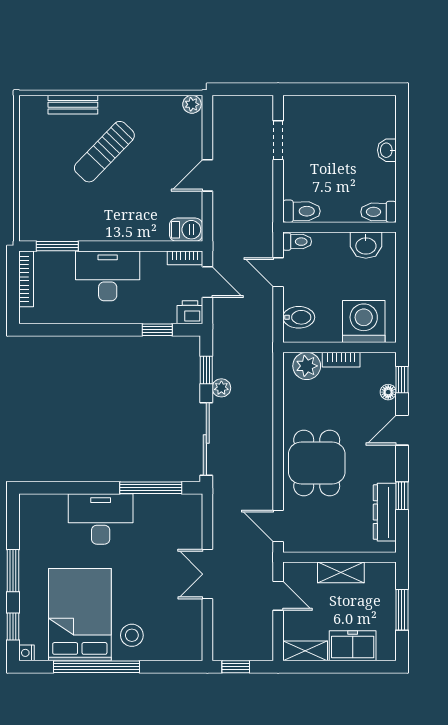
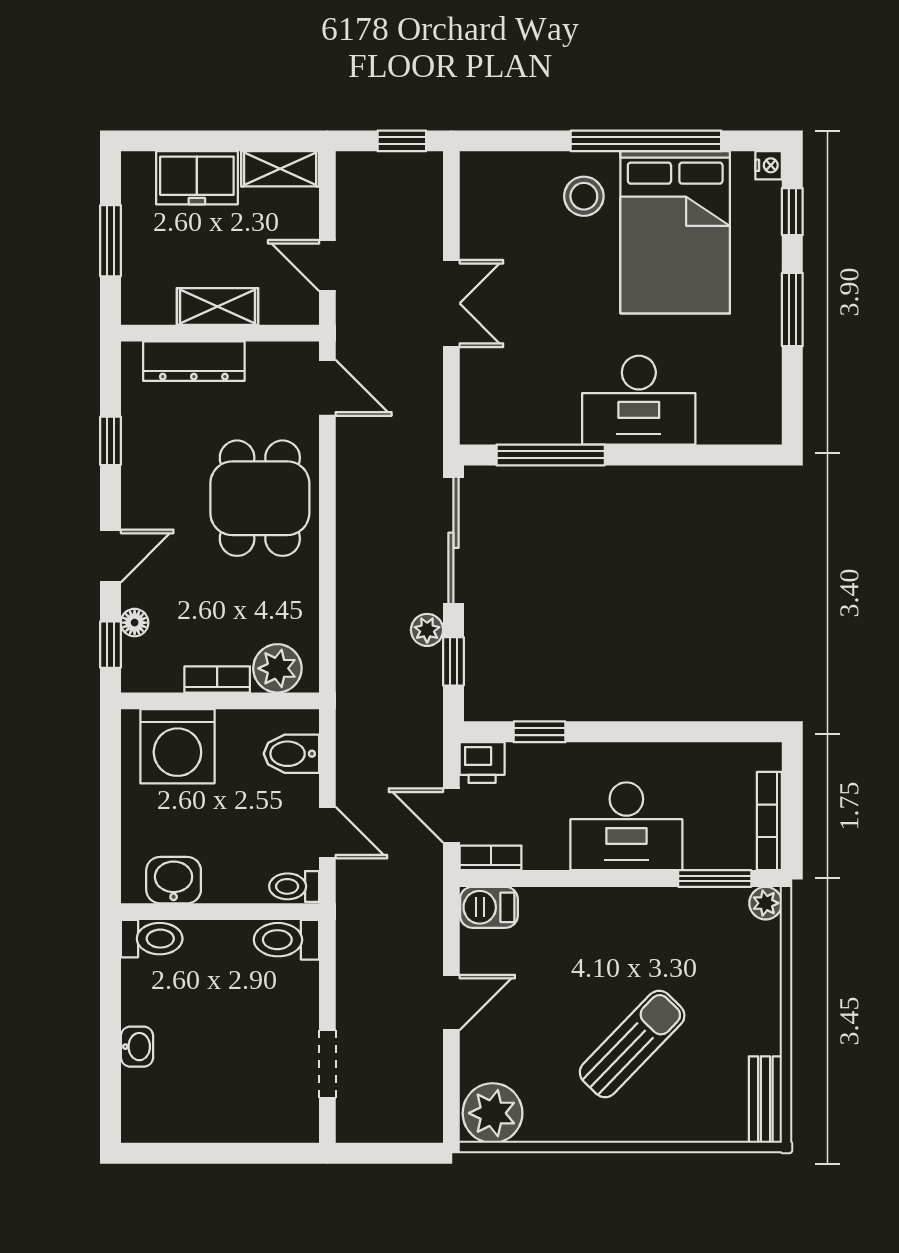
plant: (192, 104) -> (493, 1113), width x1.88, depth x1.88
bench: (73, 105) -> (765, 1100), moved, turned 90
plant: (28, 232) -> (766, 903), added
dresser: (385, 512) -> (194, 361), moved, turned 90

